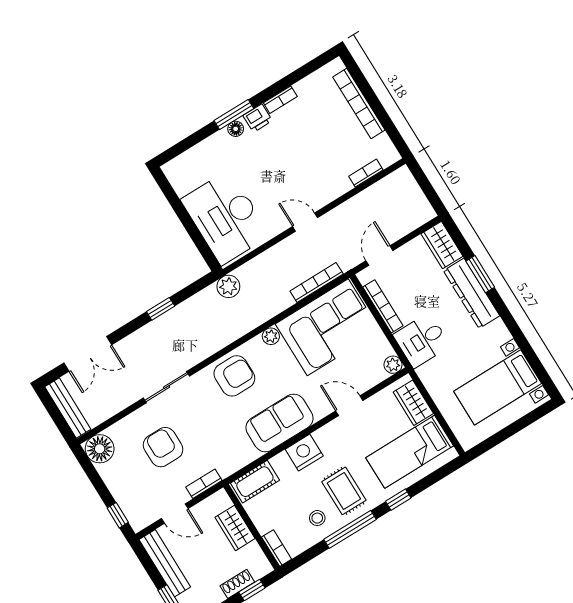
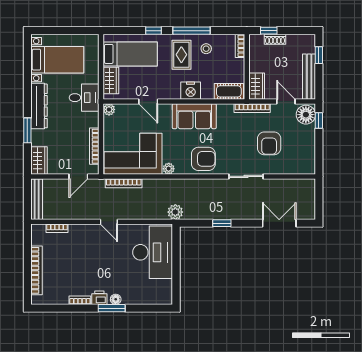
dresser: (471, 293) -> (39, 106), moved
desk: (422, 340) -> (84, 98), moved
armchair: (234, 376) -> (203, 159), turned 180
bench: (68, 408) -> (37, 199), moved
floor lamp: (100, 449) -> (306, 115), moved
bookcase: (204, 484) -> (252, 108), width x1.56
wardrobe: (235, 528) -> (257, 86), moved

